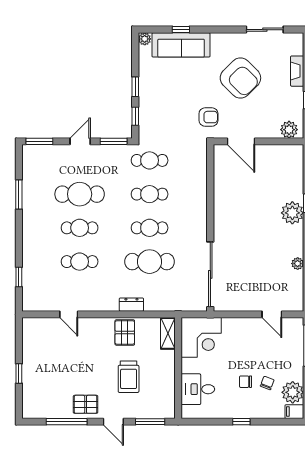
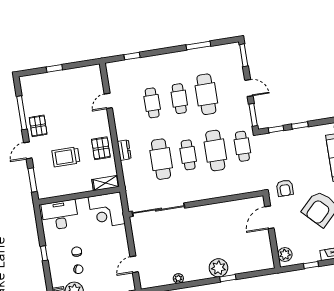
cafe table: (150, 194) -> (215, 151), width x1.37, depth x1.35
pallet: (125, 332) -> (101, 148), turned 90
desk: (198, 389) -> (60, 215), width x1.37

